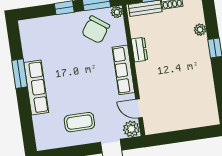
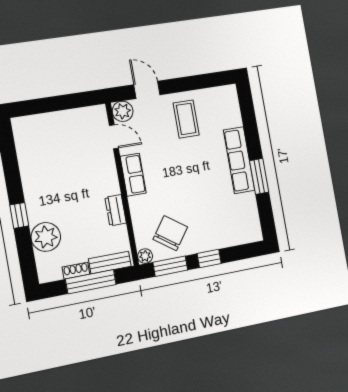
plant: (200, 30) -> (46, 237), width x1.88, depth x1.88
row of seats: (123, 70) -> (133, 175), width x0.68
coffee table: (79, 122) -> (186, 119), turned 90

